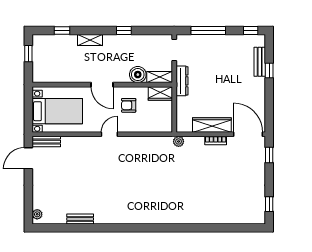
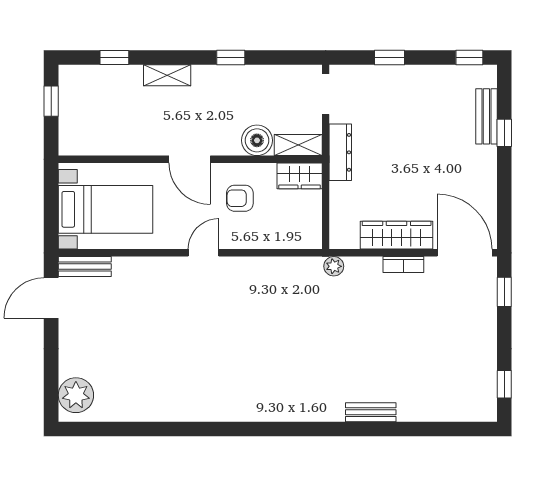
window: (208, 30) -> (389, 57), width x0.46
plant: (37, 214) -> (76, 395), width x1.87, depth x1.87
bench: (80, 219) -> (371, 412), moved

